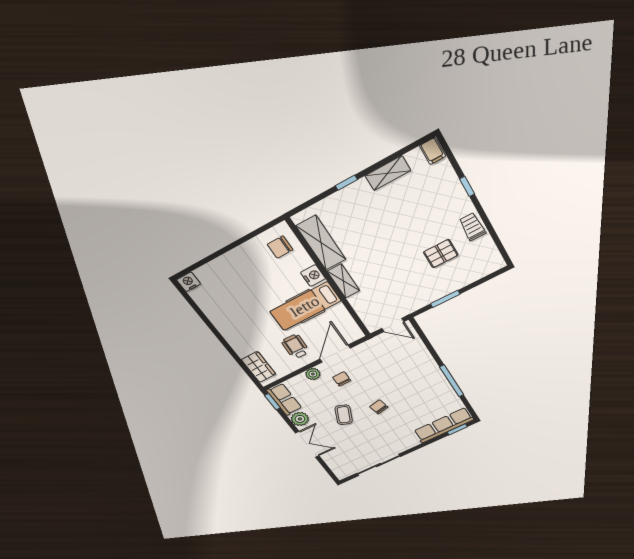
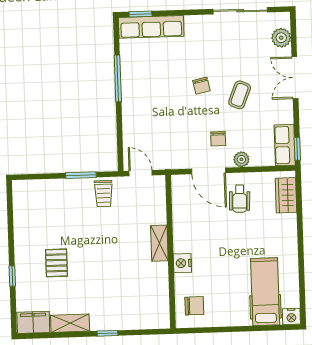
filing cabinet: (433, 151) -> (33, 322), width x2.00
trolley: (472, 227) -> (103, 194), moved
shelving: (321, 243) -> (158, 291), removed
pallet: (441, 254) -> (56, 263), moved, turned 90
hospital bed: (305, 306) -> (265, 292), moved, turned -90
door: (335, 354) -> (209, 171), hinge flipped
plant: (300, 419) -> (281, 38), moved

